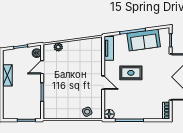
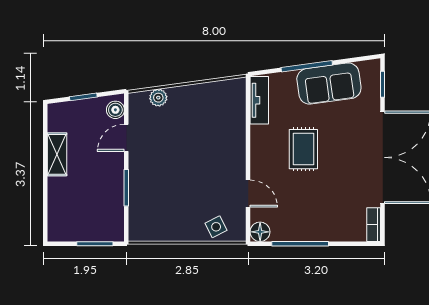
rug: (131, 73) -> (303, 149), turned 90
door: (103, 83) -> (248, 193), moved

